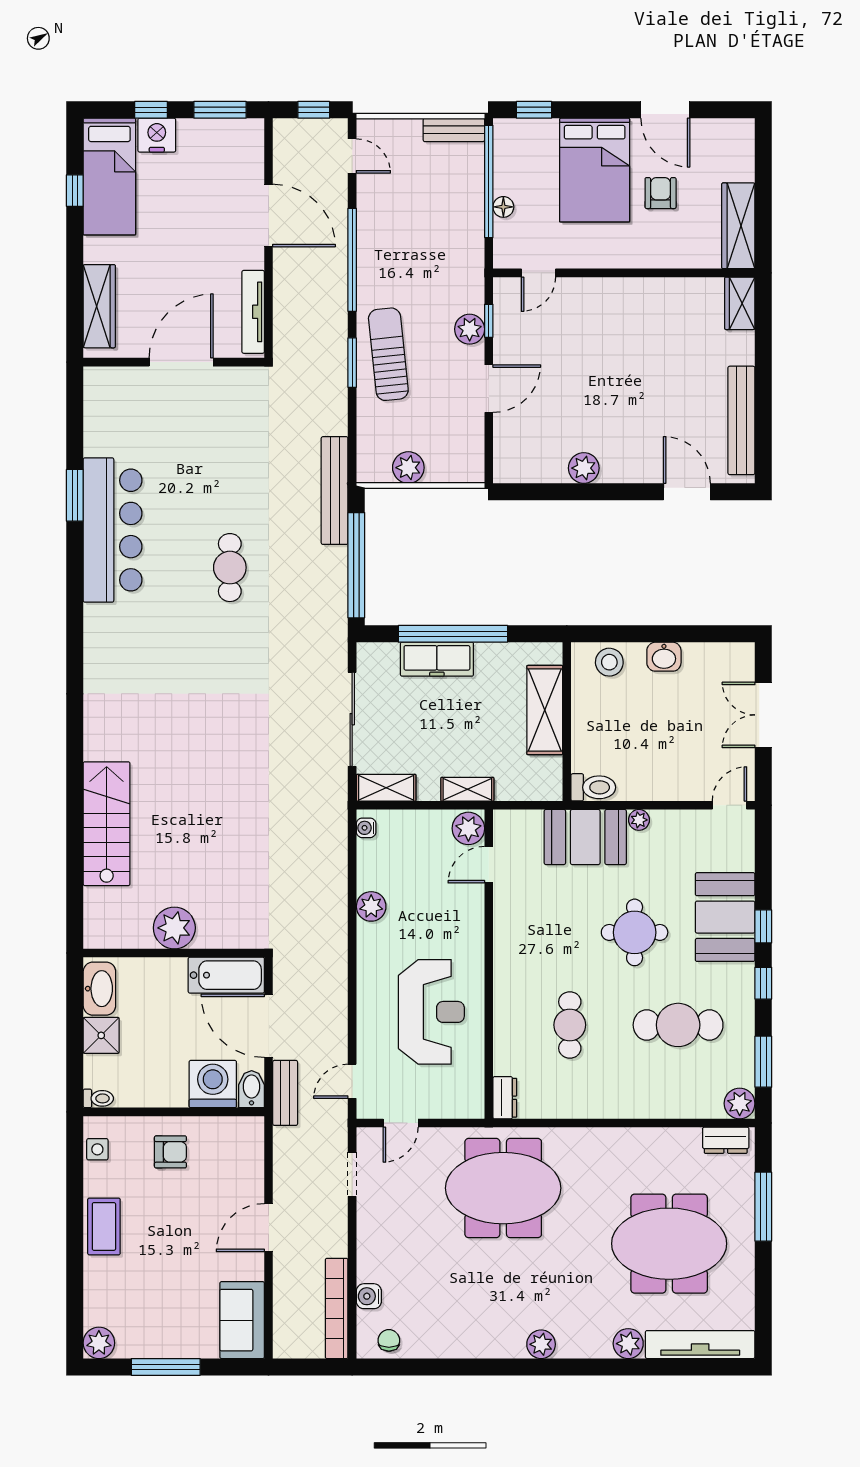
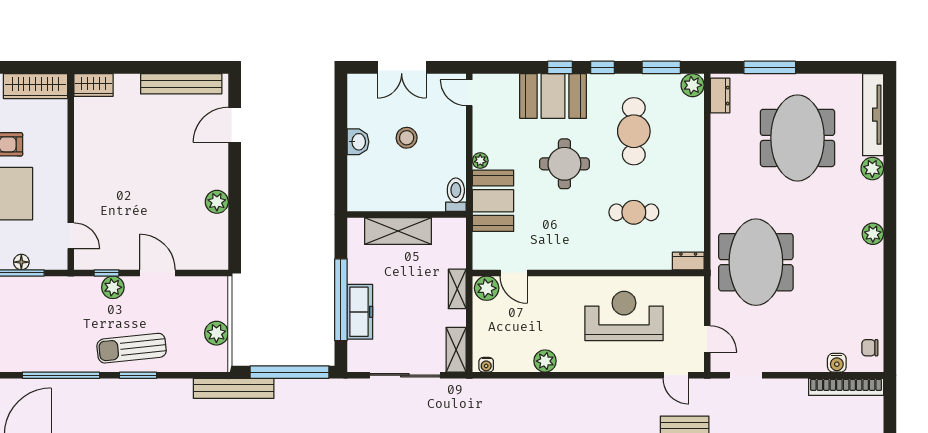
stool: (609, 662) -> (407, 138), moved

